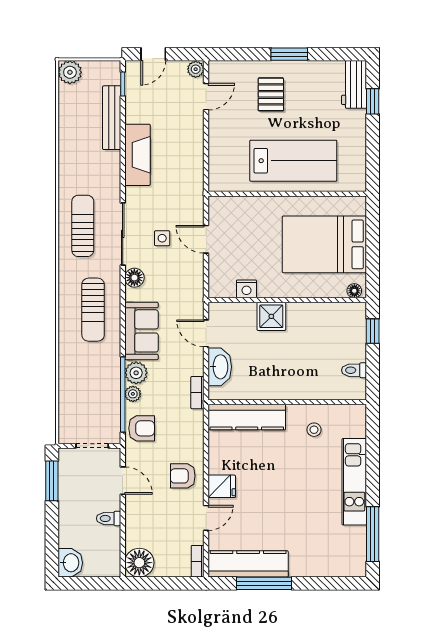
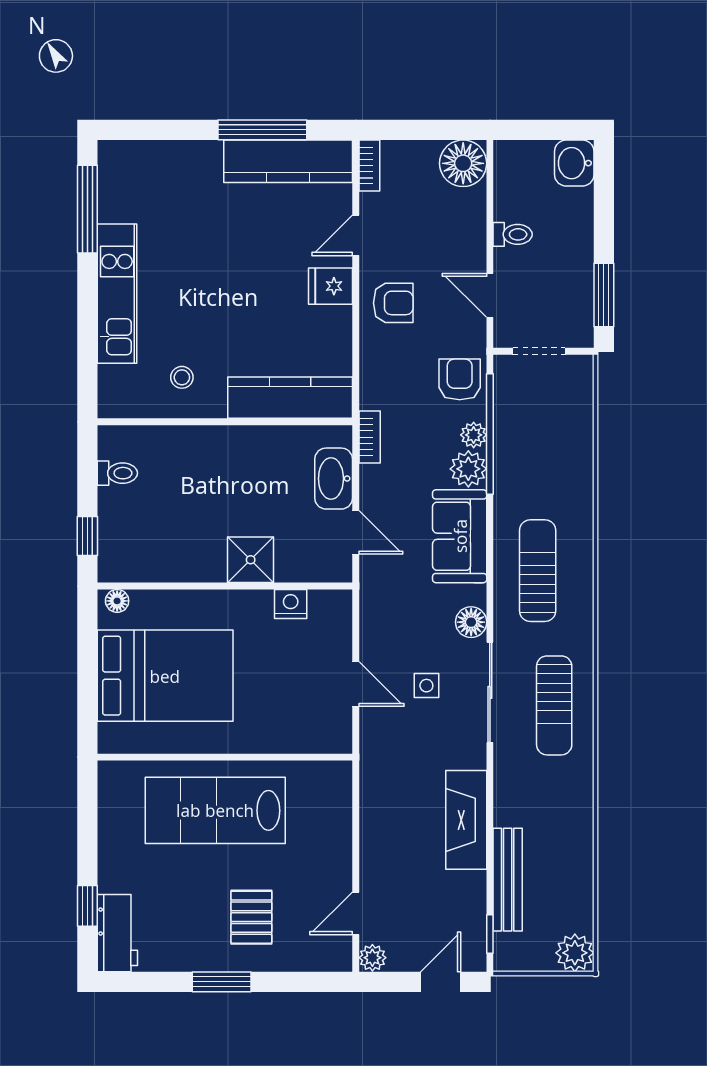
armchair: (142, 428) -> (460, 379), turned 90

